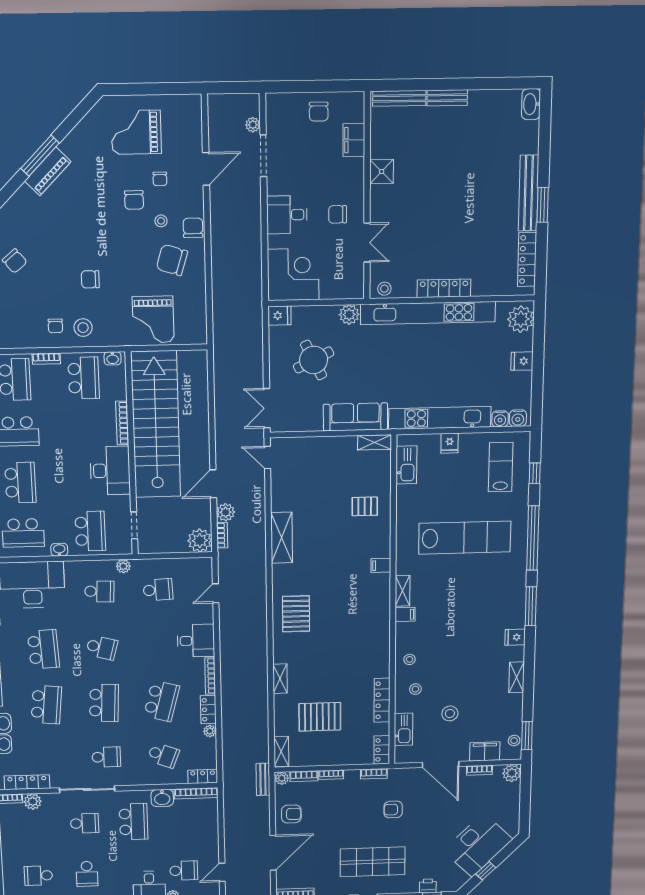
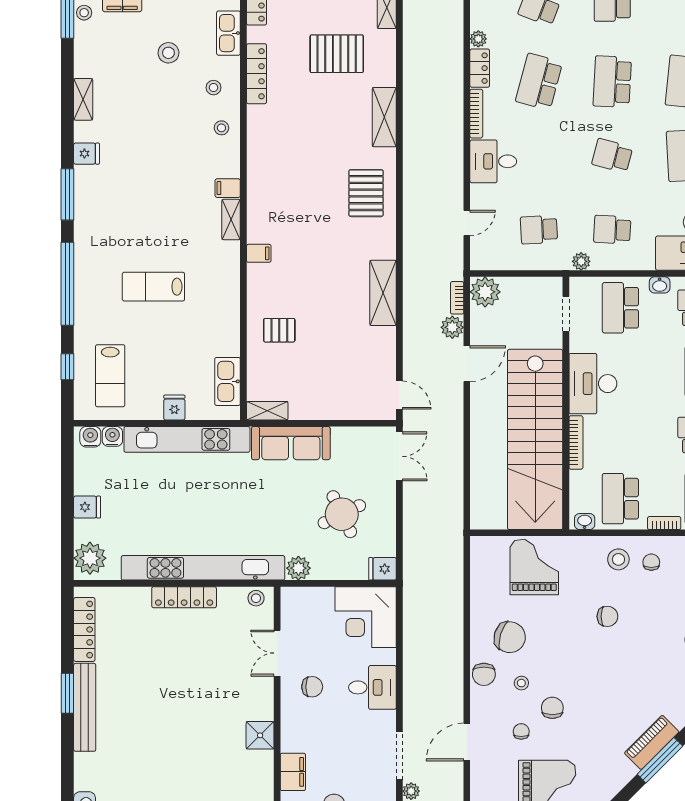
lab bench: (465, 538) -> (153, 287), width x0.54, depth x0.72
shelving: (280, 679) -> (384, 117), width x1.50, depth x1.33

